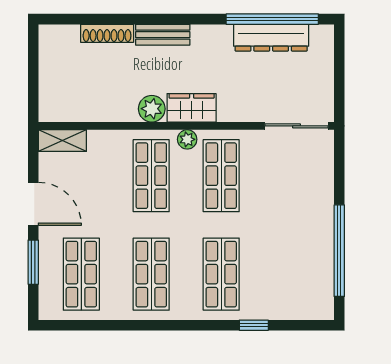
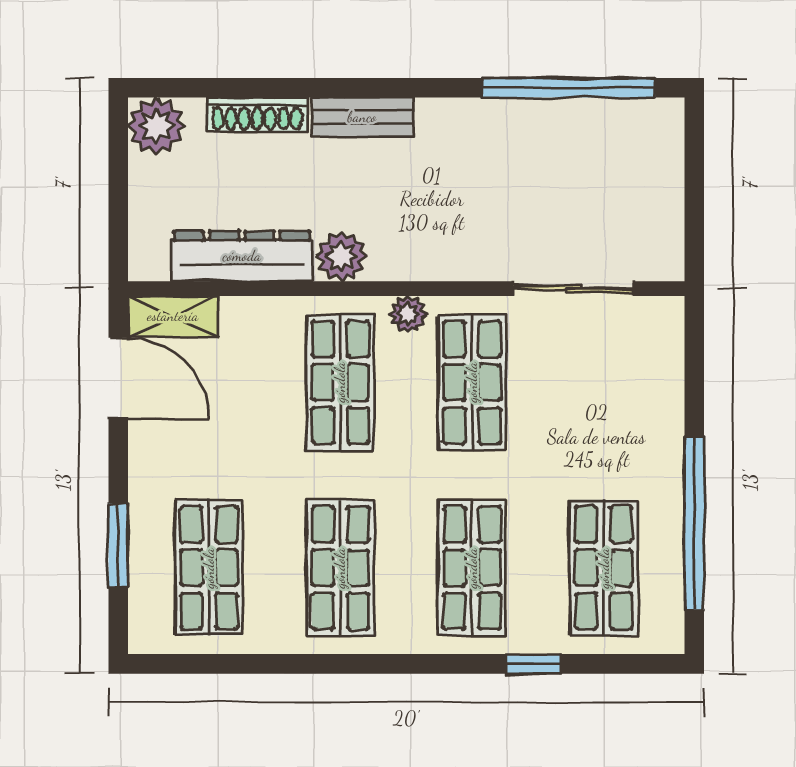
dresser: (271, 38) -> (242, 256), moved, turned 180
plant: (53, 39) -> (156, 126), added
wardrobe: (192, 108) -> (416, 255), removed
sliding door: (297, 126) -> (573, 289), moved
door: (33, 204) -> (118, 378), moved
shop shelf: (291, 274) -> (604, 568), added

